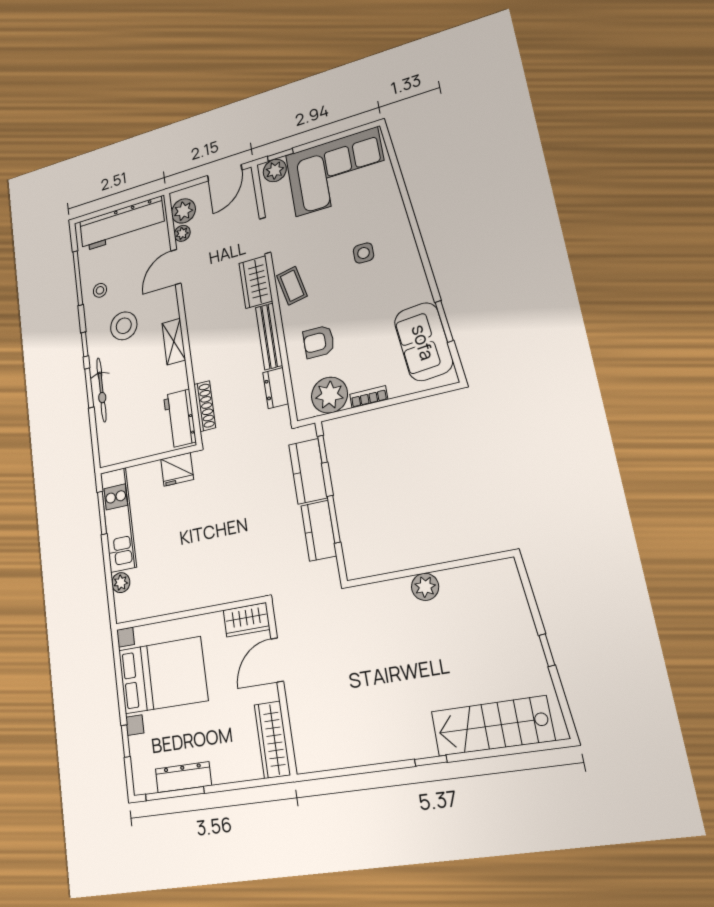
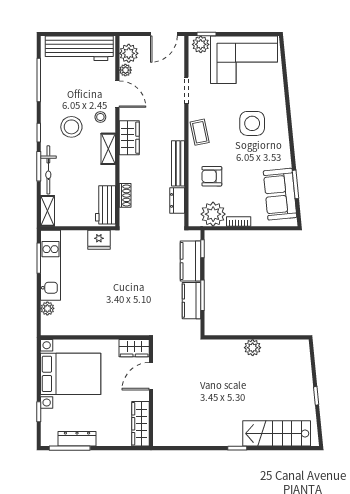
side table: (363, 253) -> (252, 123), width x1.87, depth x1.87
door: (176, 267) -> (117, 94), swing flipped
wardrobe: (256, 282) -> (129, 138), moved, turned 180
stool: (100, 290) -> (100, 117), moved
shoe rack: (205, 406) -> (125, 195), width x0.70
shelving: (106, 445) -> (48, 211), added

